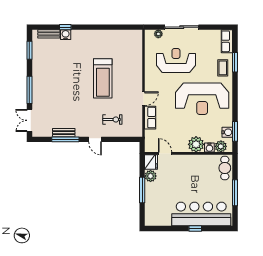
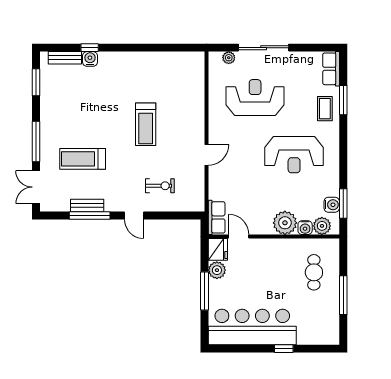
treadmill: (103, 78) -> (146, 124), width x0.73, depth x0.73
reception desk: (202, 99) -> (294, 155), width x0.74, depth x0.77
treadmill: (61, 102) -> (83, 159), added
row of seats: (150, 118) -> (217, 217), moved
cafe table: (225, 168) -> (314, 272), moved
bar counter: (201, 214) -> (252, 327), moved

